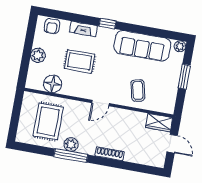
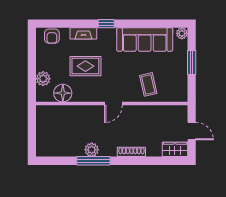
plant: (38, 55) -> (43, 79), moved
rug: (48, 121) -> (65, 131), removed
wardrobe: (159, 123) -> (175, 149), moved, turned 180

